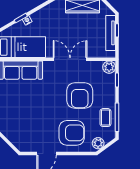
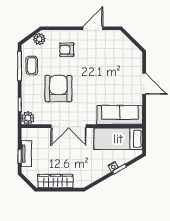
tv unit: (111, 33) -> (26, 153), width x0.71
armchair: (72, 133) -> (67, 50), width x0.53, depth x0.53

